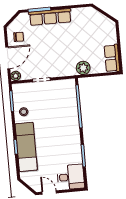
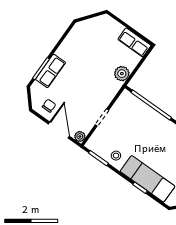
row of seats: (50, 17) -> (51, 71), width x0.68

